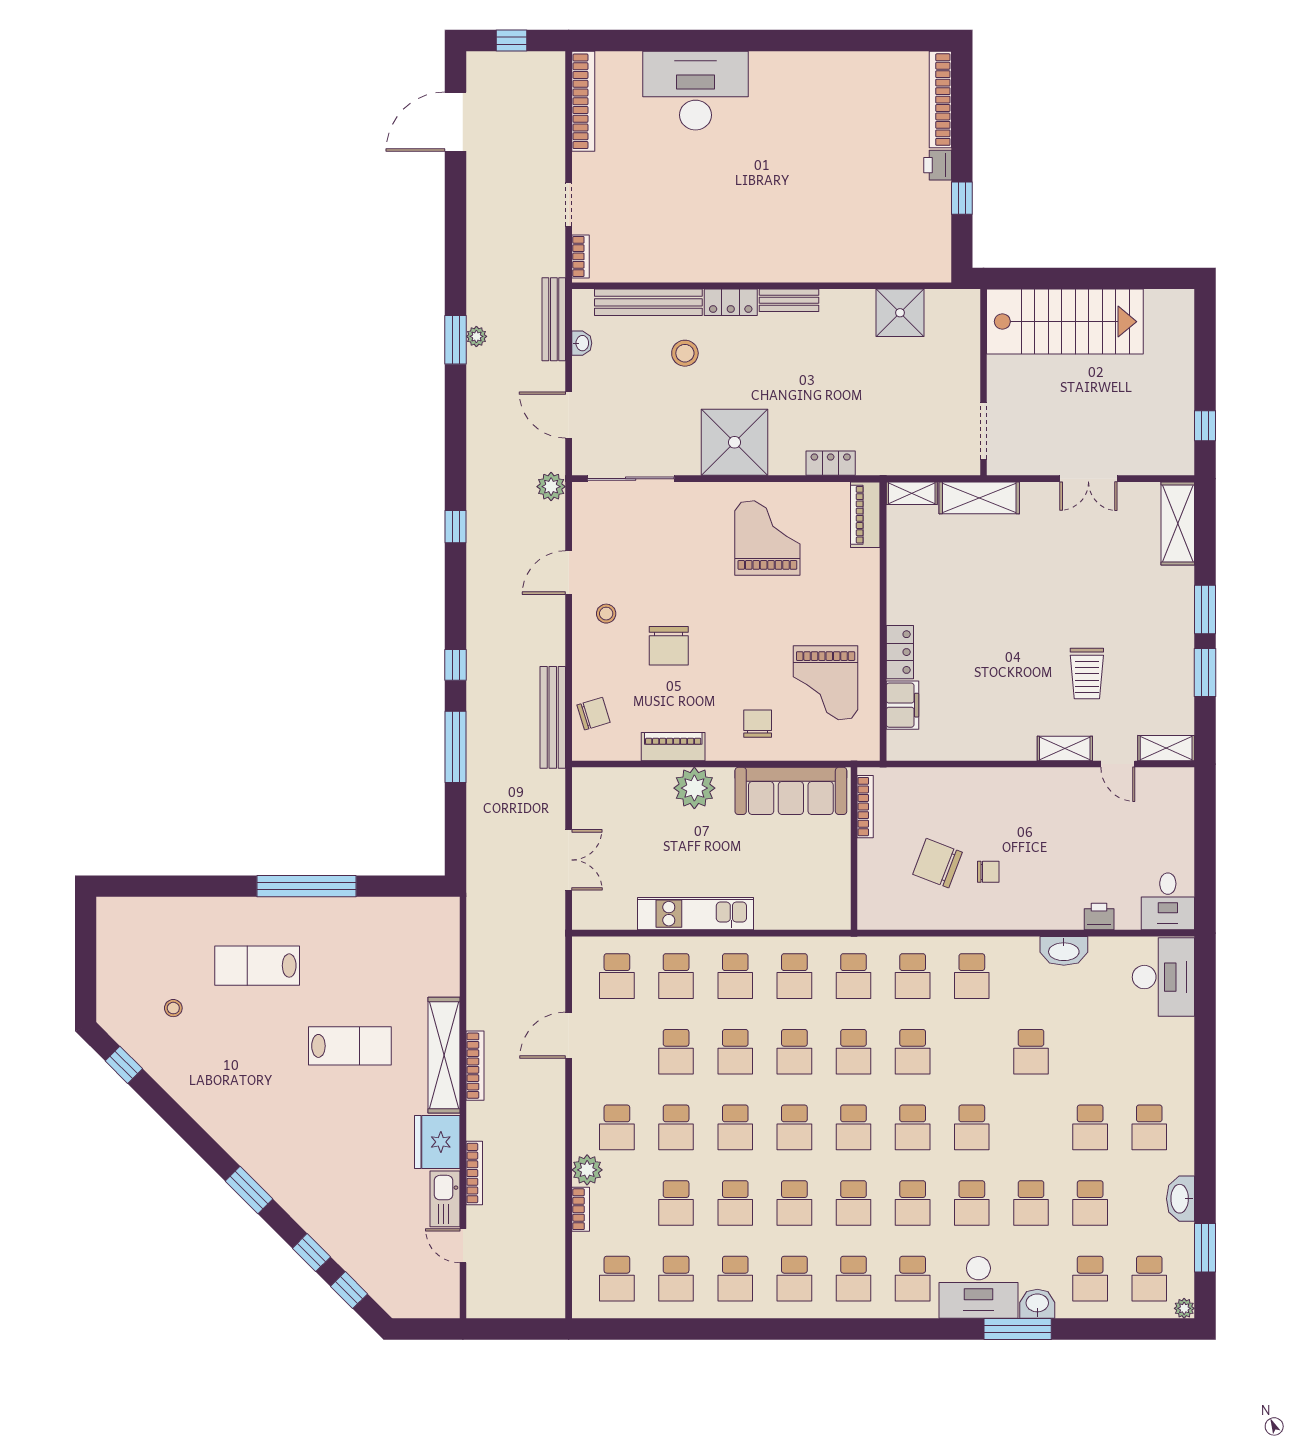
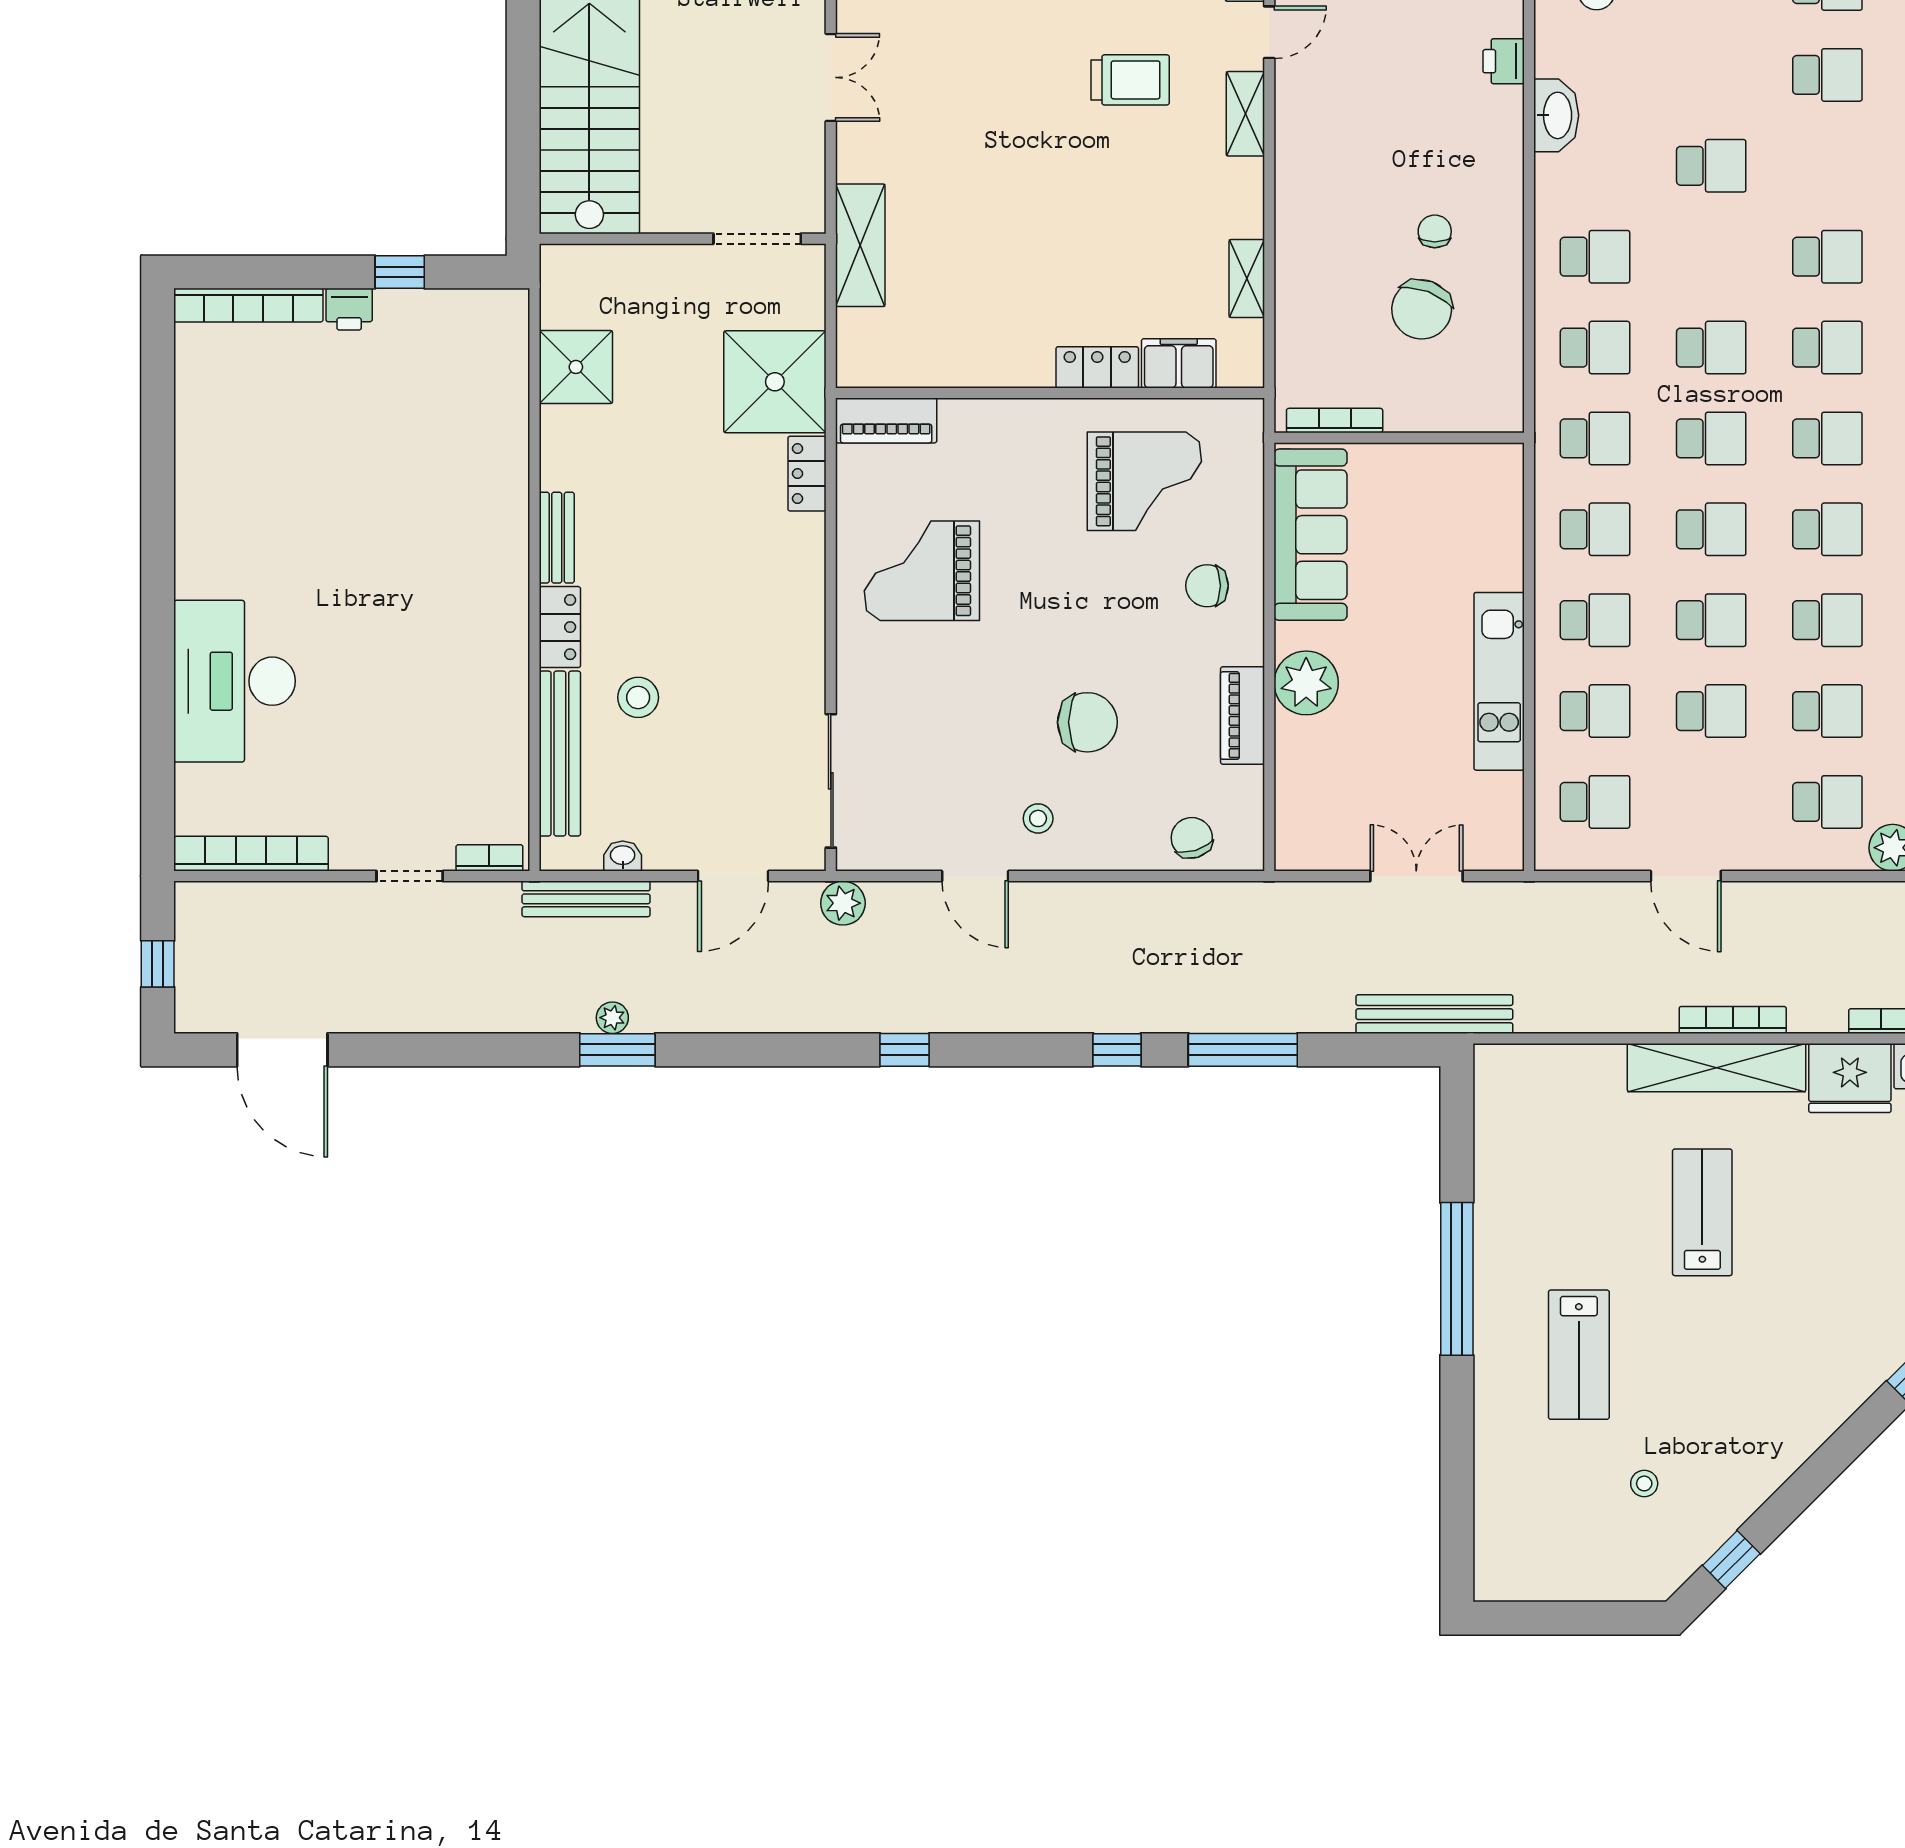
shower: (735, 442) -> (775, 382), moved
shelving: (912, 493) -> (1247, 278), moved
bench: (553, 717) -> (1434, 1014), moved

